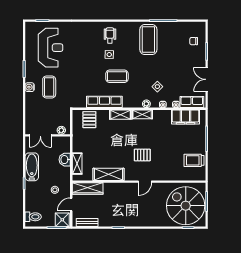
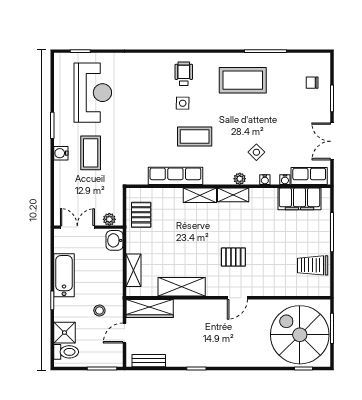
coffee table: (148, 40) -> (243, 80), turned 90
pallet: (89, 120) -> (141, 215), moved
double door: (40, 135) -> (77, 227), swing flipped
washbasin: (65, 160) -> (115, 240), moved
shower: (62, 220) -> (64, 333), moved

